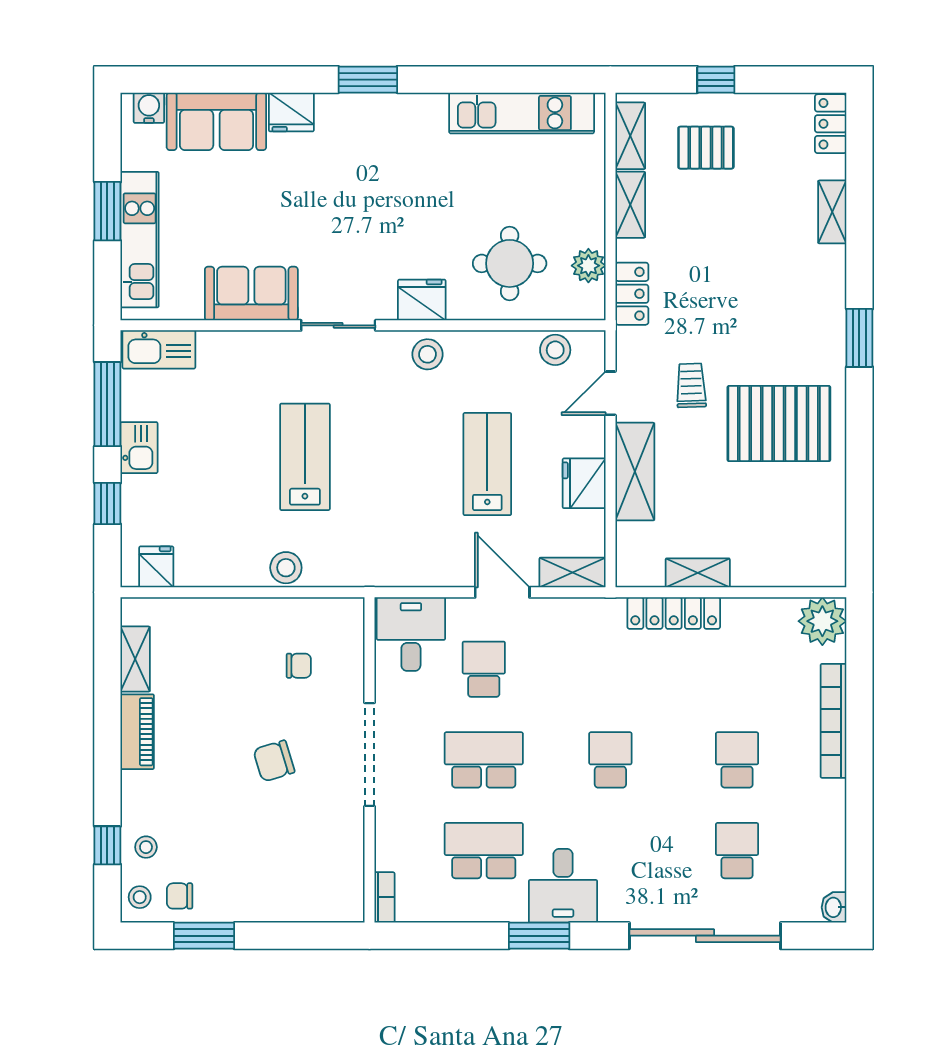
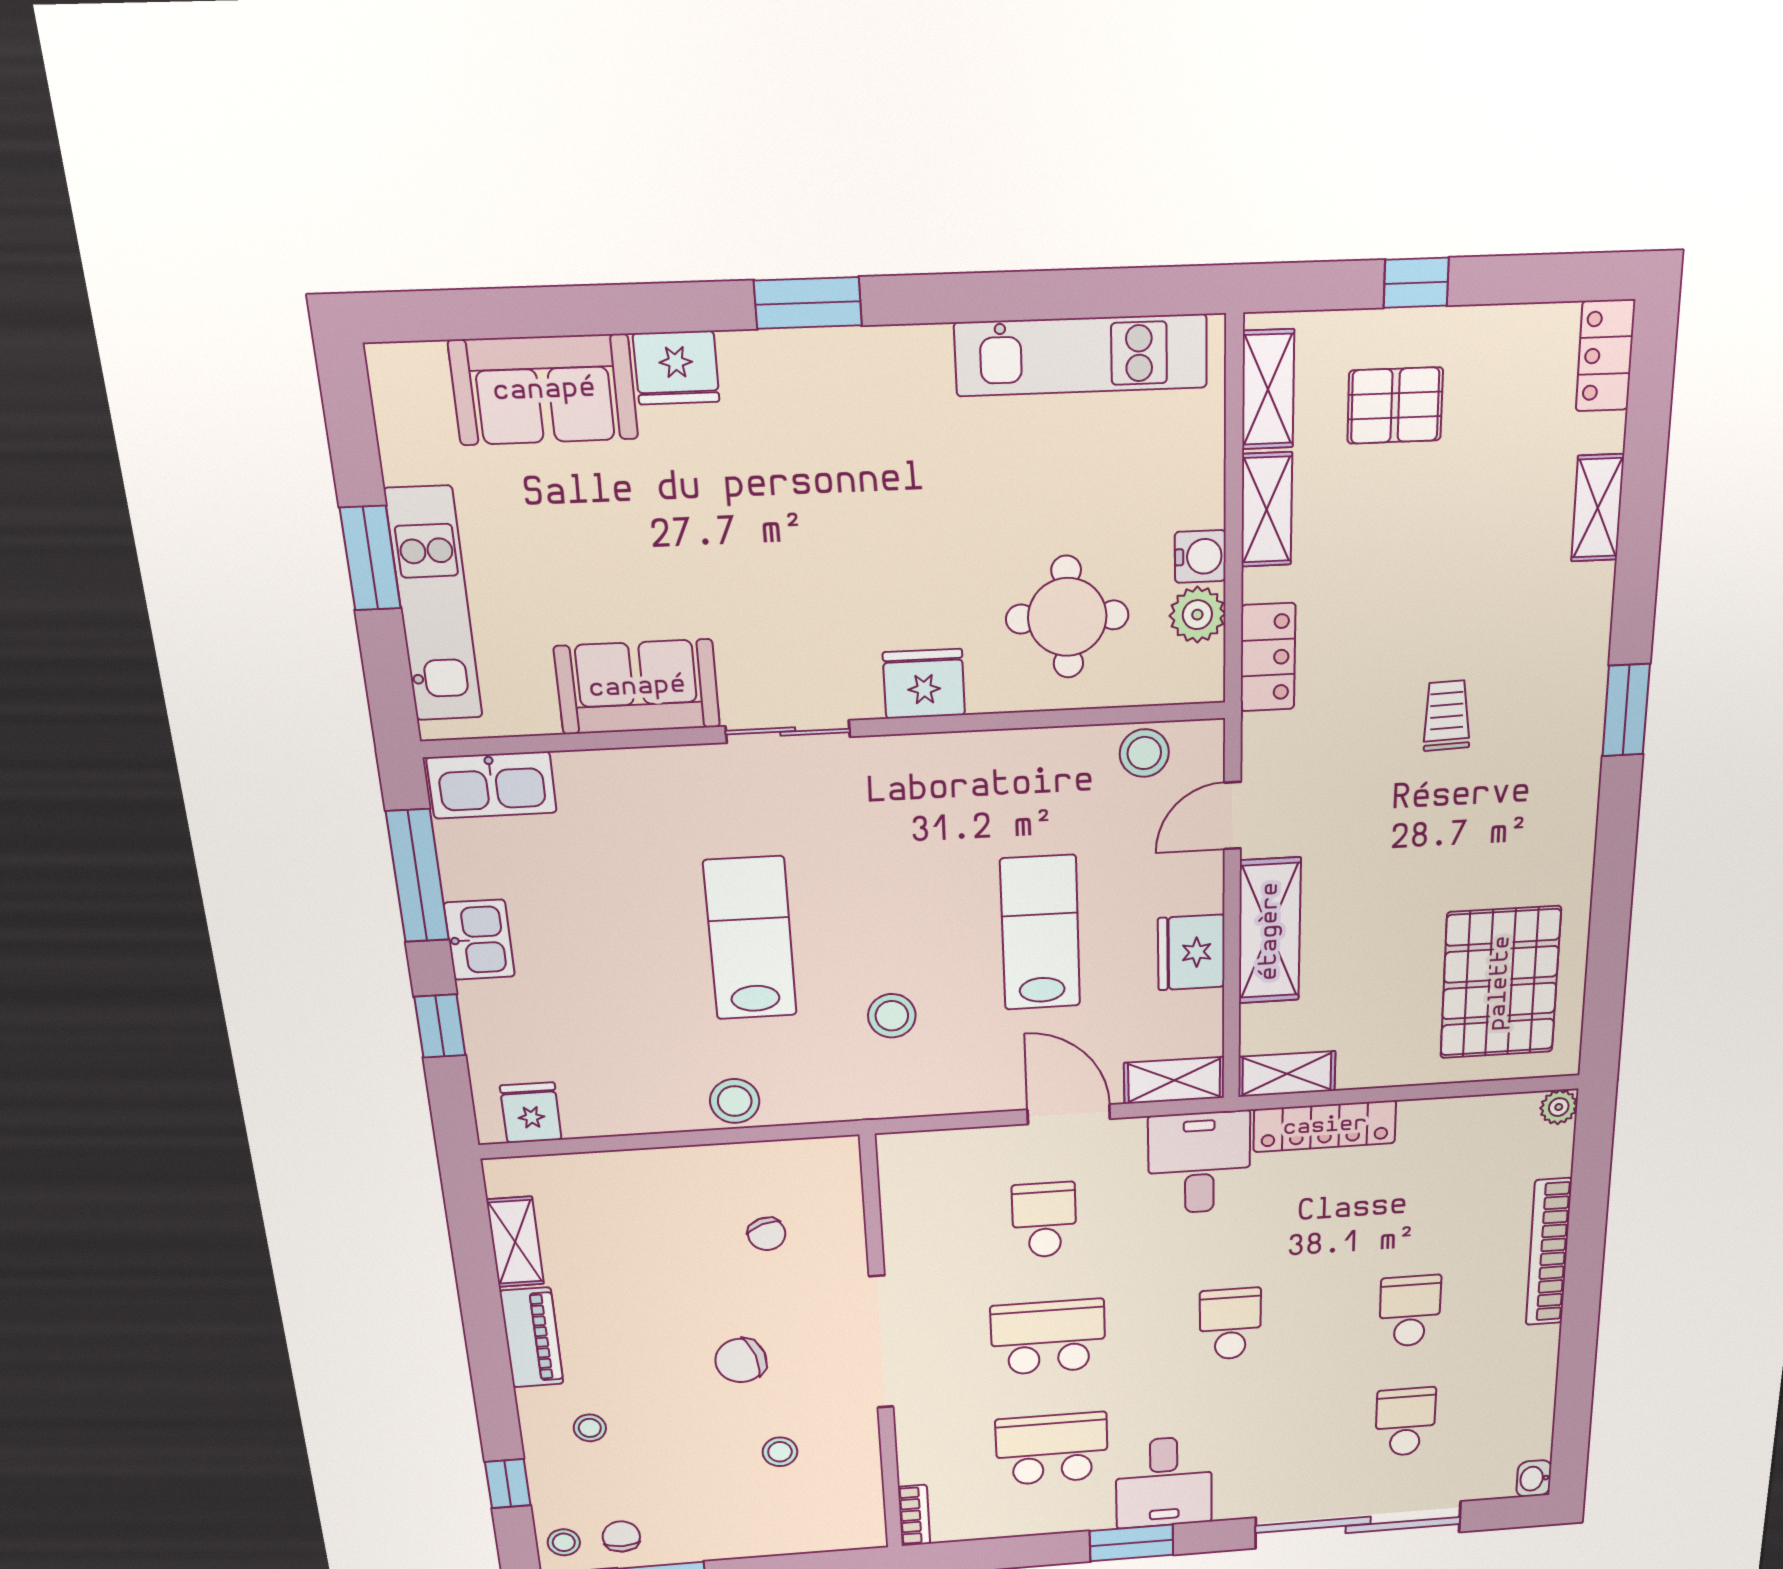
water cooler: (149, 108) -> (1200, 556), moved, turned 90
stool: (428, 354) -> (892, 1016), moved
trolley: (691, 385) -> (1447, 716), moved
pallet: (779, 424) -> (1500, 983), moved, turned 90
shelving: (698, 573) -> (1287, 1074), moved
plant: (822, 621) -> (1559, 1107), width x0.53, depth x0.53
desk: (411, 634) -> (1199, 1163), moved
chair: (299, 666) -> (767, 1234), turned 71
stool: (295, 836) -> (780, 1452), added
stool: (146, 847) -> (590, 1428), moved
chair: (180, 896) -> (621, 1536), turned 90

